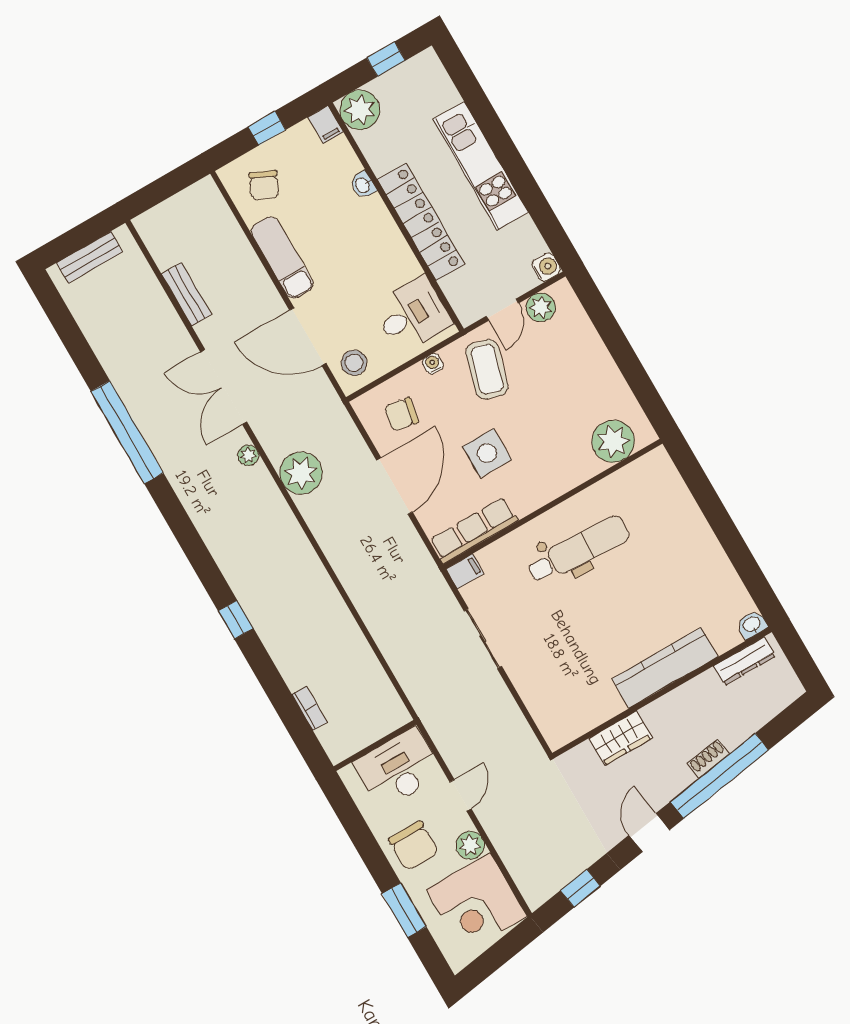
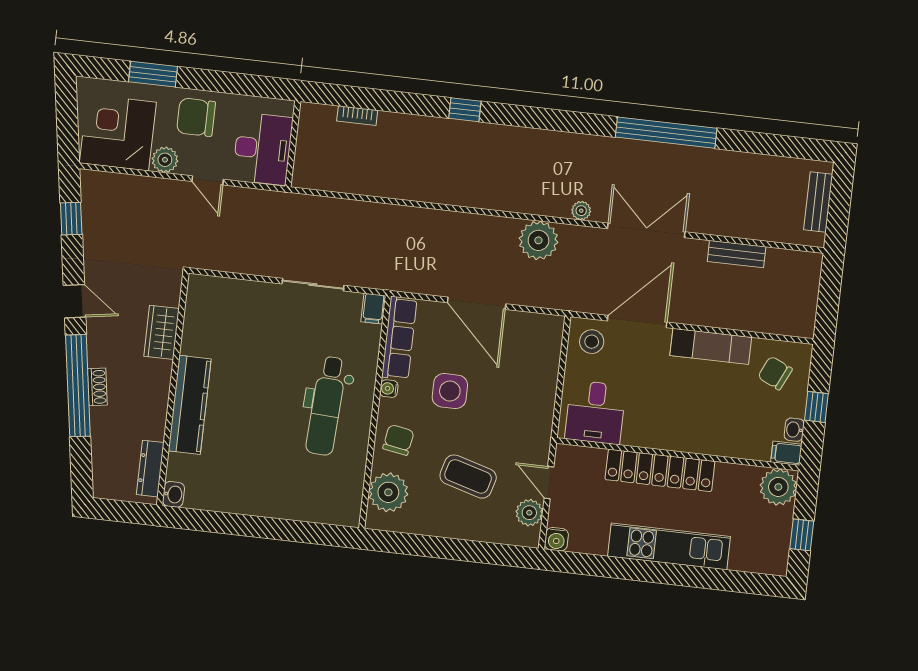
washbasin: (363, 185) -> (794, 430), moved, turned -90
water cooler: (433, 364) -> (389, 389), moved, turned 180
coffee table: (487, 369) -> (468, 477), moved
chair: (401, 414) -> (398, 440), moved

